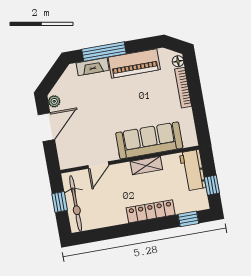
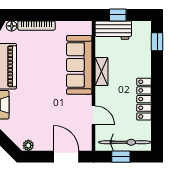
door: (46, 127) -> (66, 157), moved
window: (212, 185) -> (118, 15), moved
locker: (151, 211) -> (144, 99), moved

